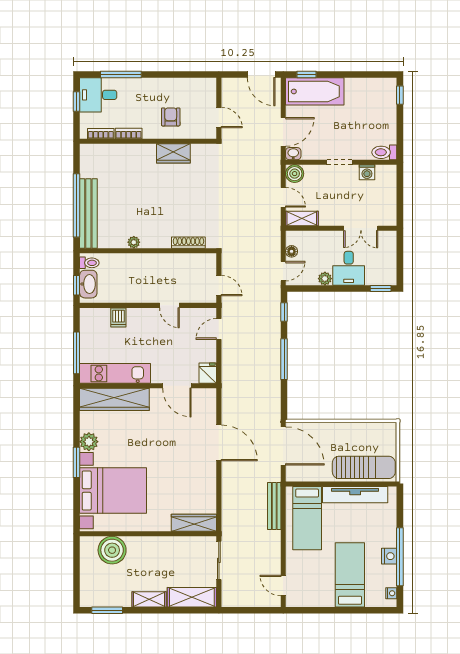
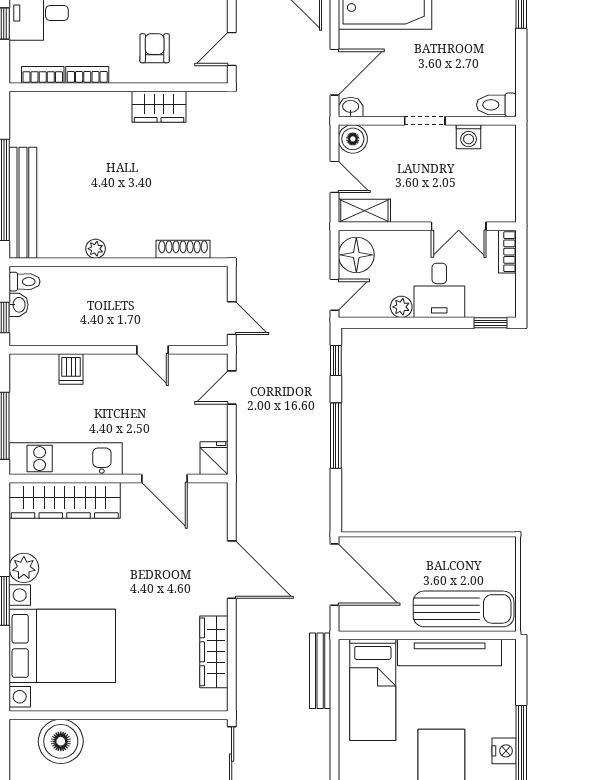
door: (219, 117) -> (232, 49), swing flipped
bookcase: (391, 244) -> (507, 252), added
floor lamp: (292, 251) -> (356, 255), width x1.89, depth x1.89
washbasin: (88, 284) -> (19, 305), width x0.52, depth x0.69
wardrobe: (194, 523) -> (214, 652), moved, turned -90

